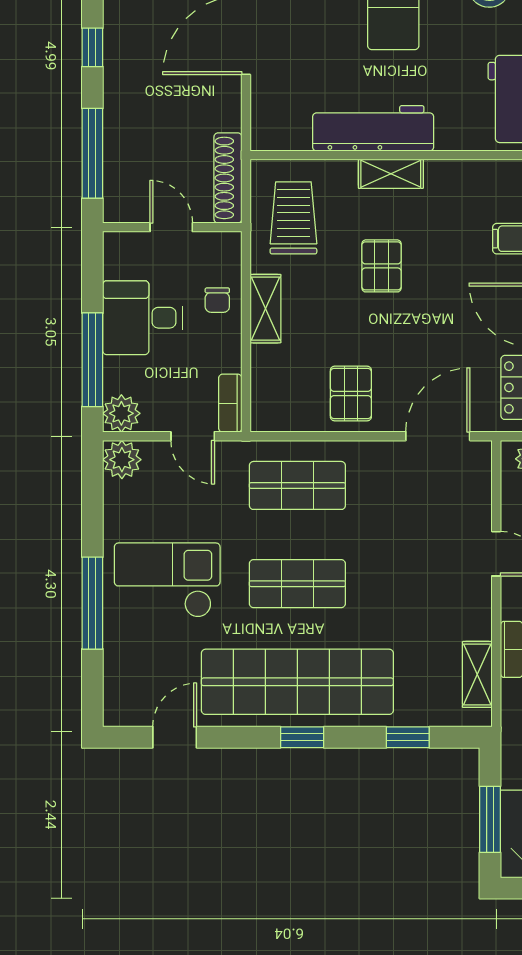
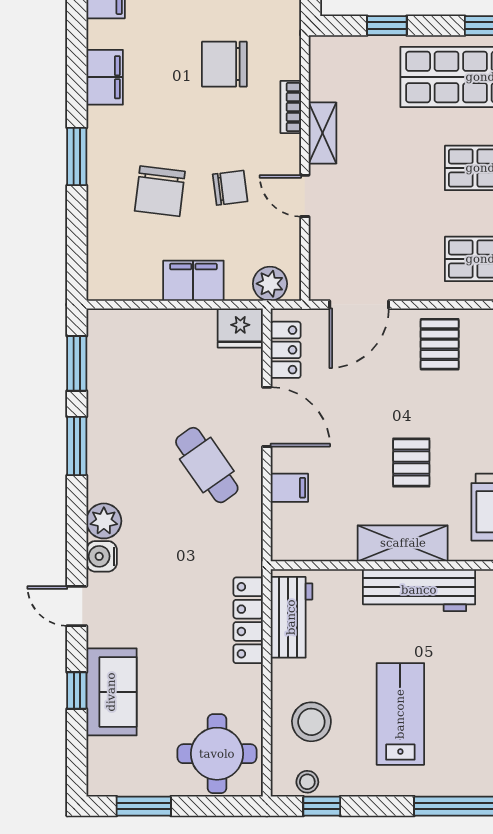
shelving: (391, 174) -> (403, 543), width x1.50, depth x1.33
shelving: (477, 674) -> (323, 133), moved

